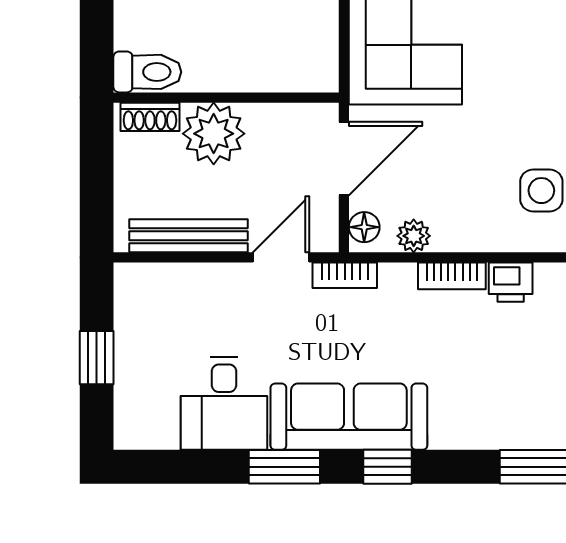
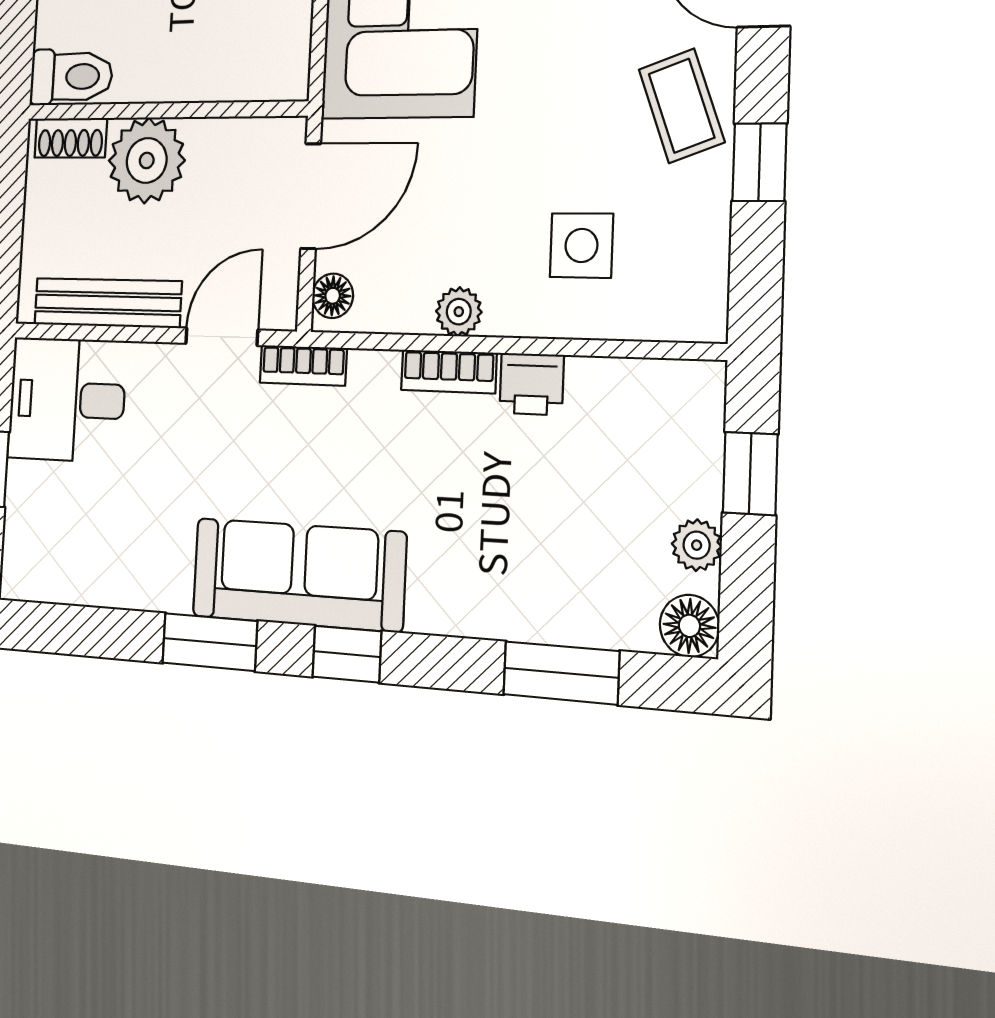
plant: (414, 236) -> (459, 312), moved
desk: (224, 403) -> (67, 400), moved, turned 90

